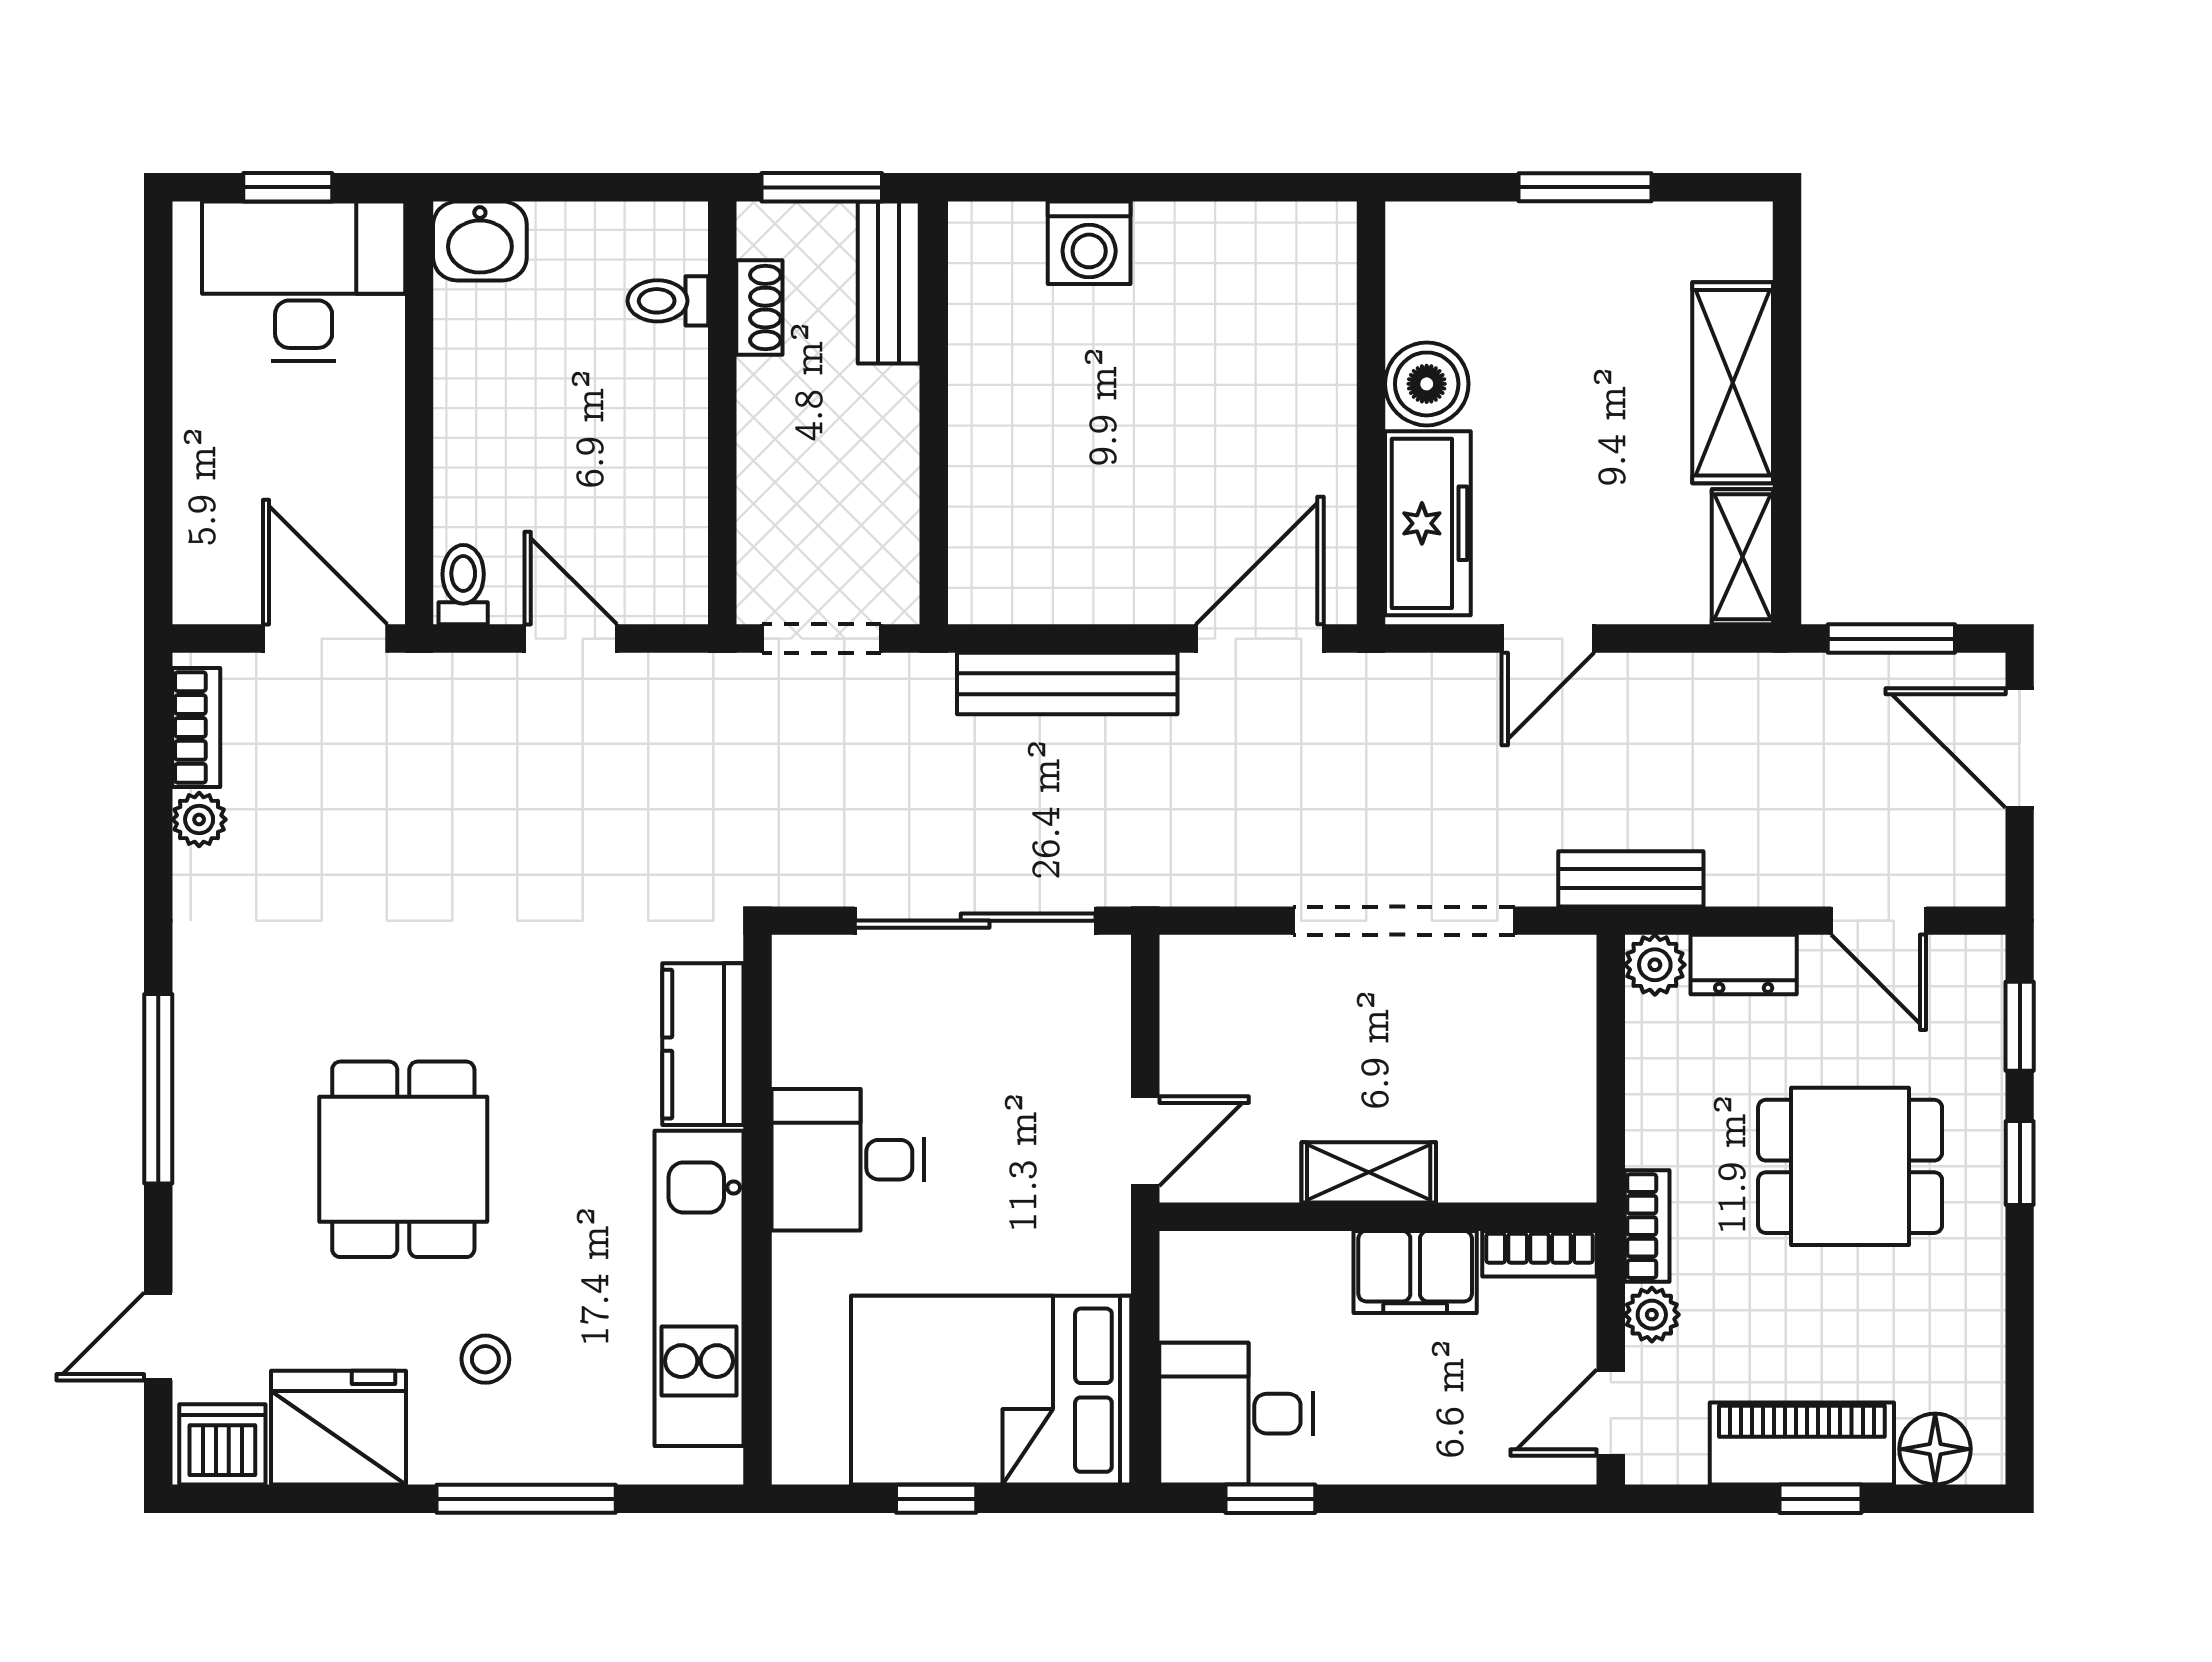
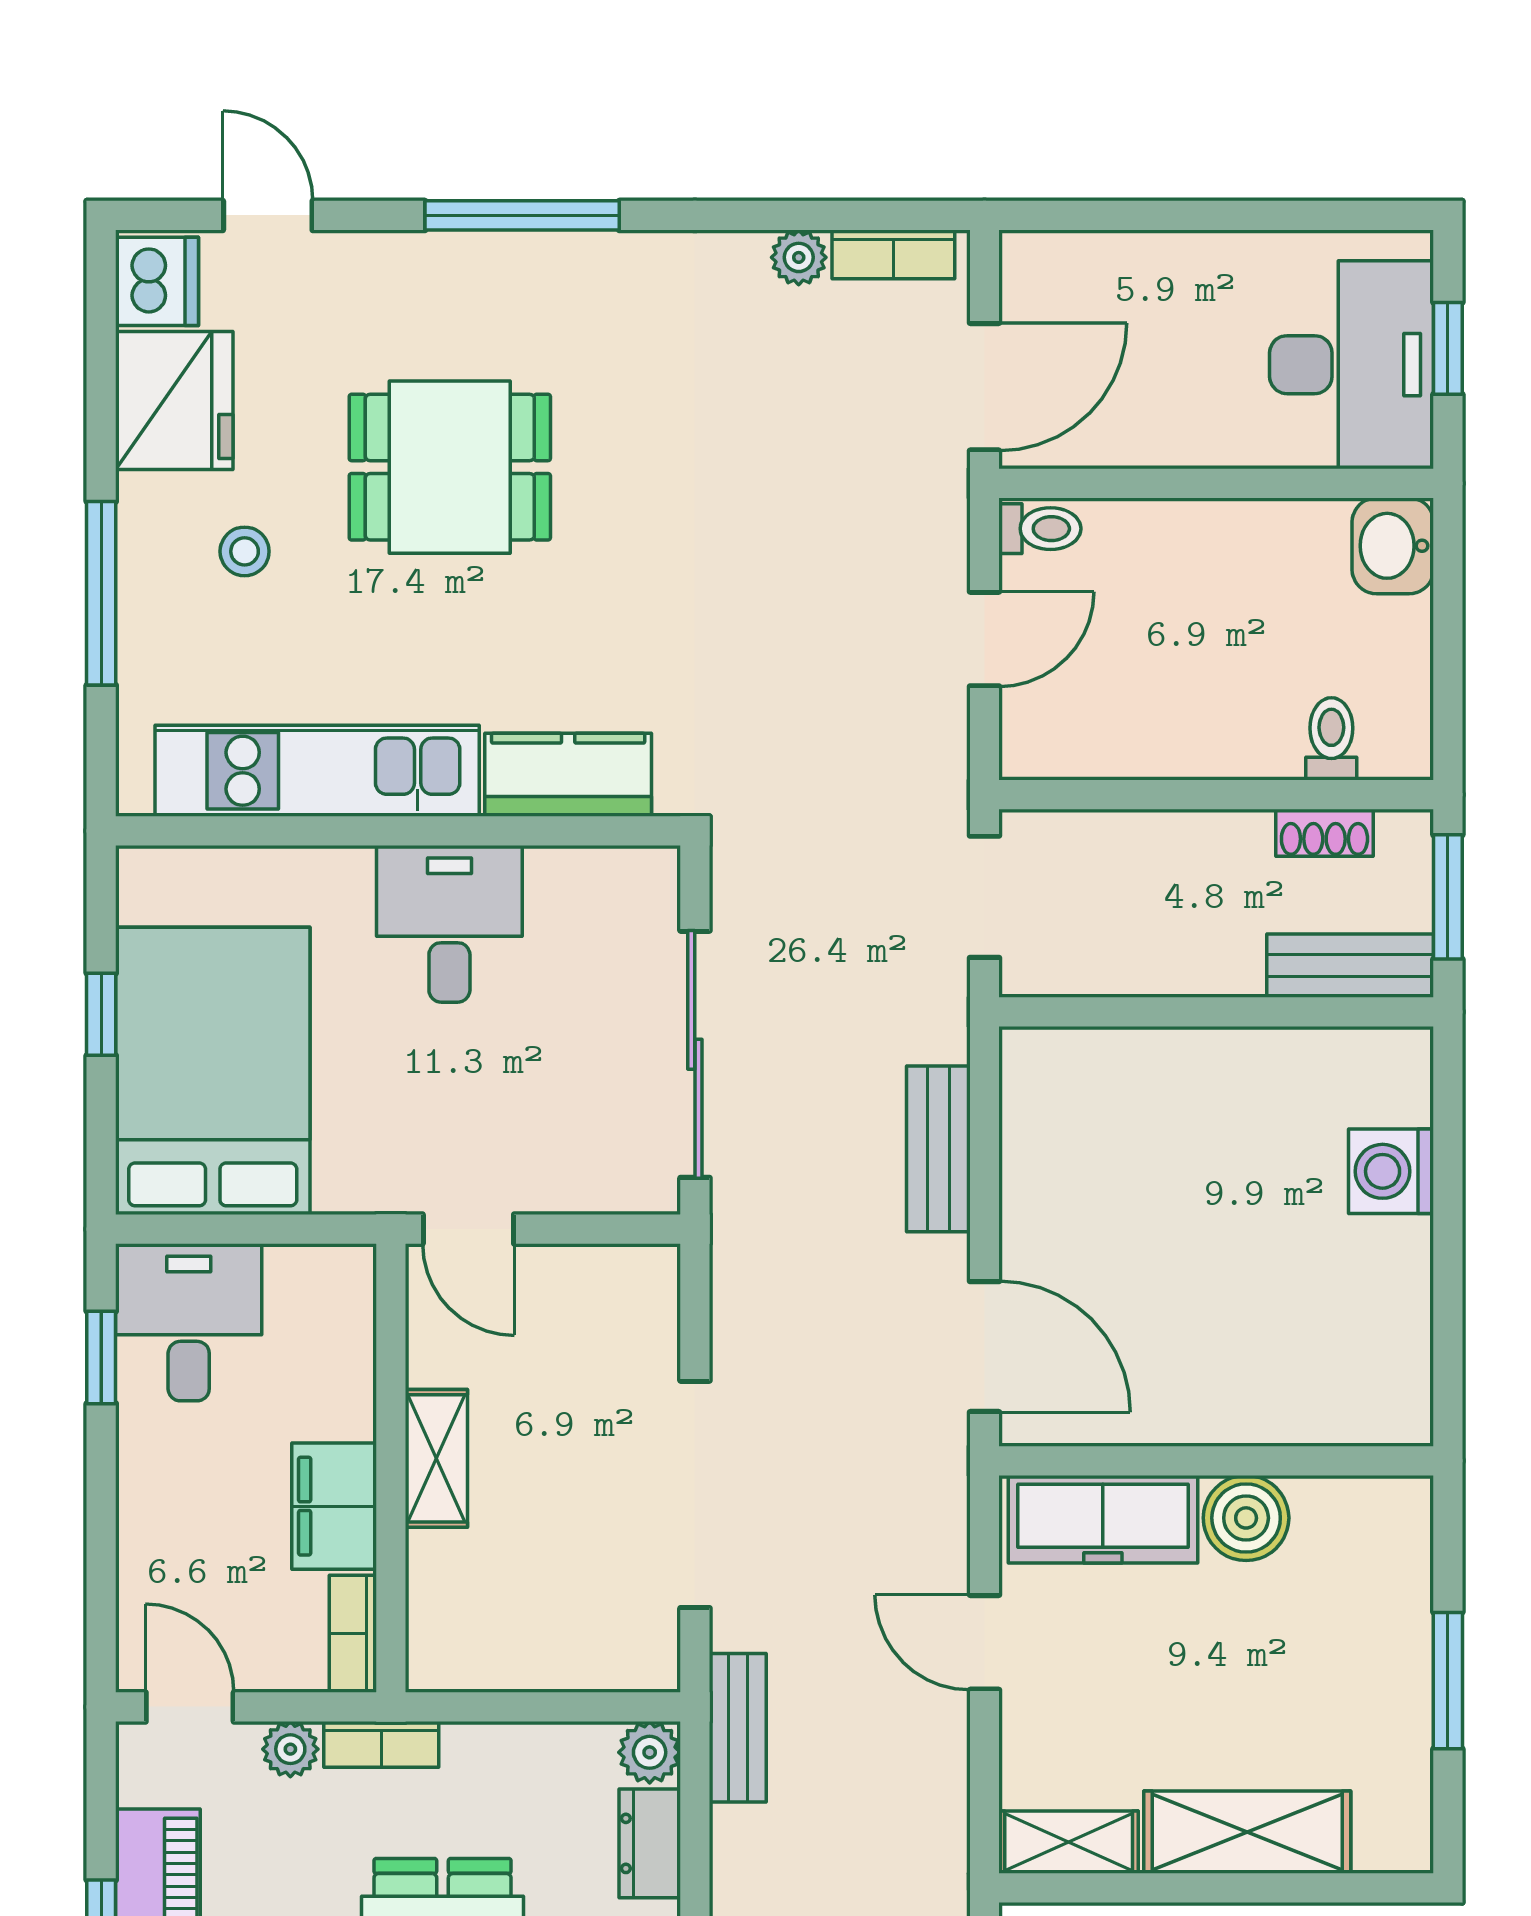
bench: (1067, 684) -> (938, 1149), width x0.73

